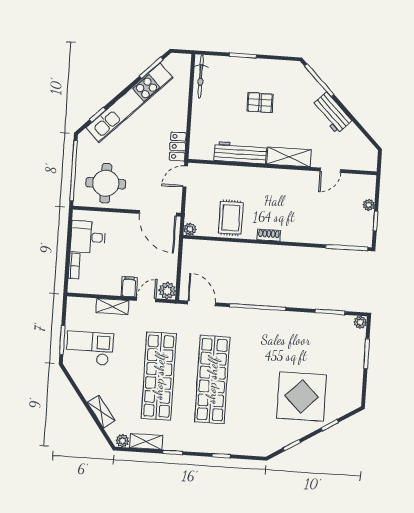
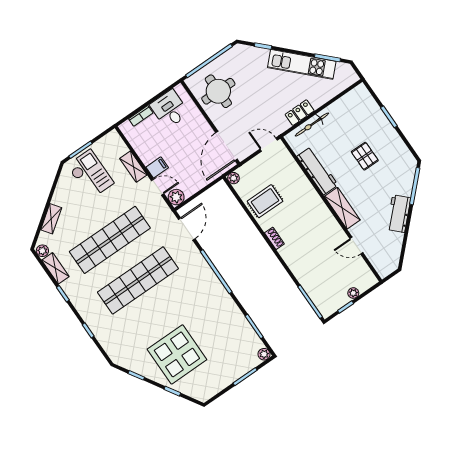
bicycle: (201, 77) -> (312, 125), moved
kitchen unit: (129, 103) -> (302, 64), width x0.73
locker: (178, 147) -> (300, 113), moved

